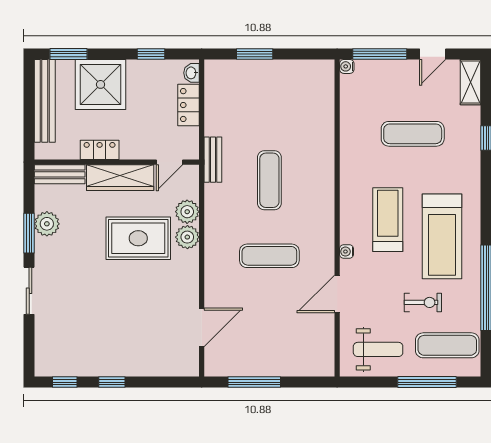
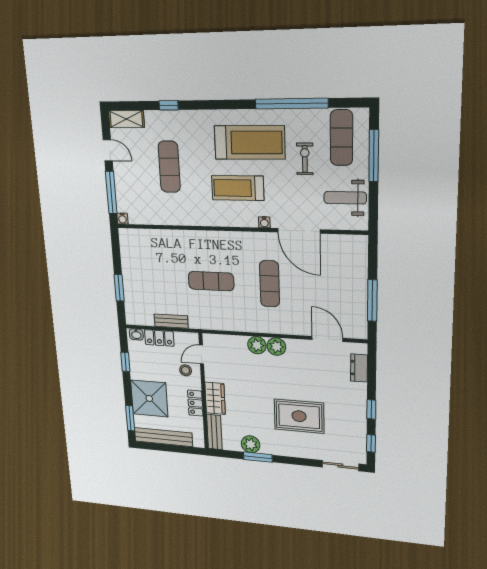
stool: (146, 139) -> (186, 370), added
bench: (213, 160) -> (171, 321), moved
door: (169, 162) -> (201, 354), swing flipped
wardrobe: (120, 178) -> (215, 398), width x0.67
plant: (187, 212) -> (276, 347), moved
rug: (138, 238) -> (299, 416), moved, turned 90
sliding door: (29, 291) -> (340, 466), moved
door: (337, 294) -> (299, 231), width x1.36
weight bench: (378, 349) -> (345, 198), turned -90
dresser: (166, 366) -> (359, 368), added

